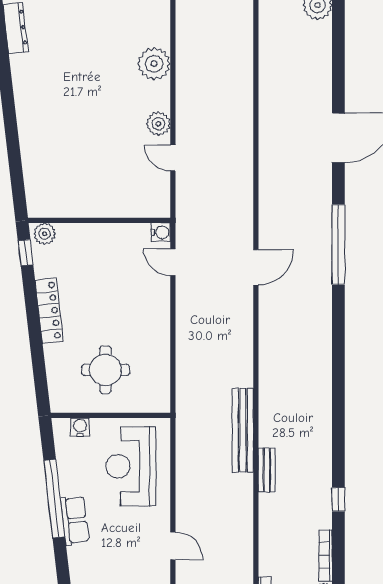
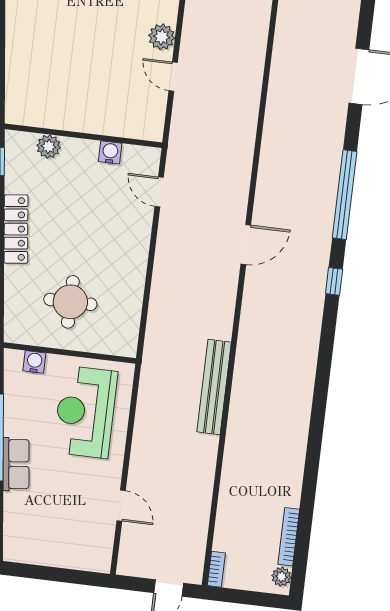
water cooler: (161, 232) -> (110, 152), moved, turned -90
plant: (45, 234) -> (49, 147), moved
door: (256, 267) -> (246, 245), moved
bench: (267, 470) -> (235, 434), removed
window: (338, 500) -> (334, 281), moved

